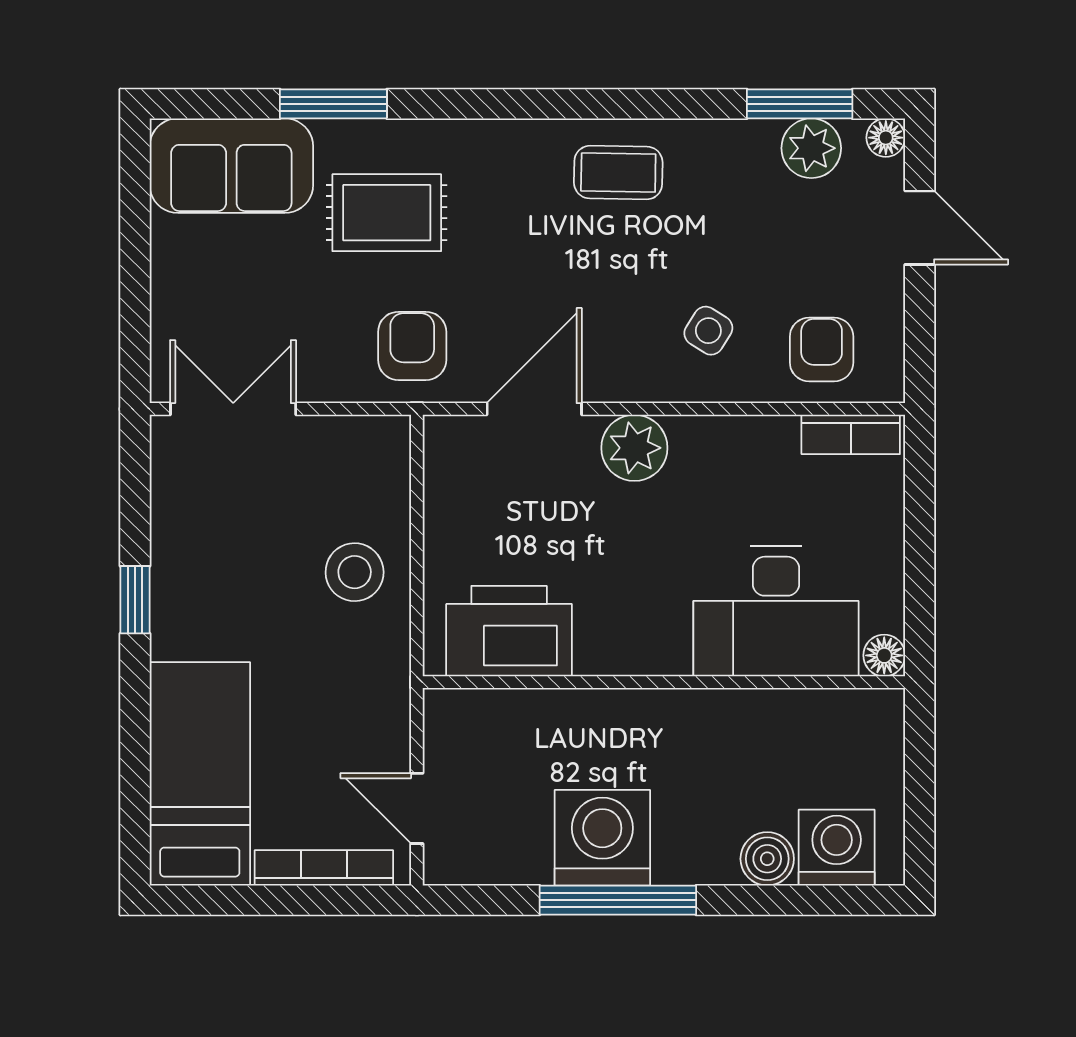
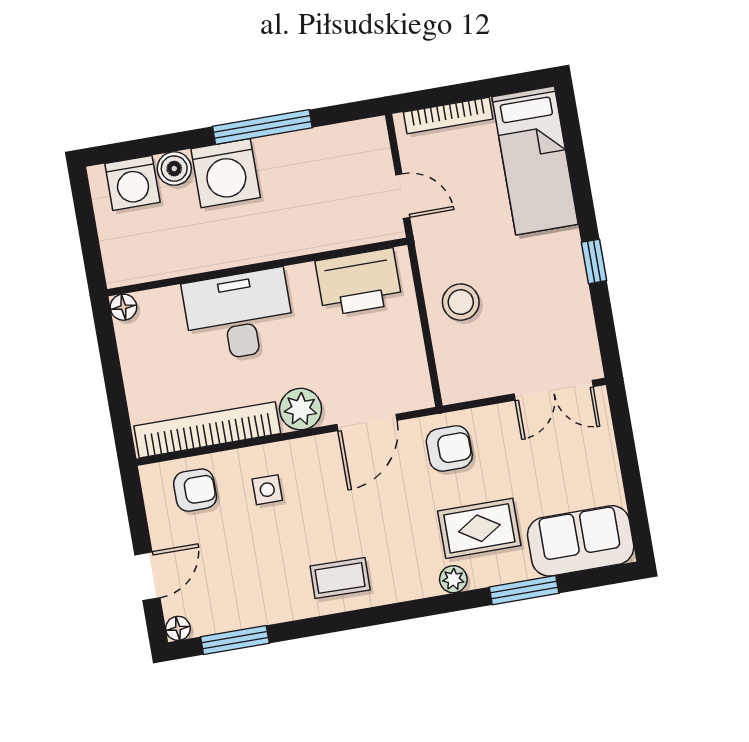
plant: (811, 148) -> (453, 579), moved, width x0.73, depth x0.73
door: (920, 228) -> (147, 576), swing flipped
side table: (708, 331) -> (267, 490), turned -32
armchair: (412, 346) -> (449, 448), turned -90
armchair: (822, 350) -> (195, 490), turned -90
bookcase: (851, 434) -> (207, 430), width x2.31, depth x1.31
desk: (776, 611) -> (239, 315), moved
door: (417, 808) -> (403, 196), moved
washing machine: (602, 838) -> (226, 173), moved

